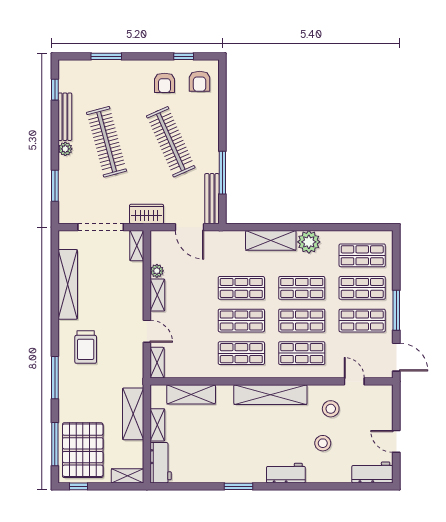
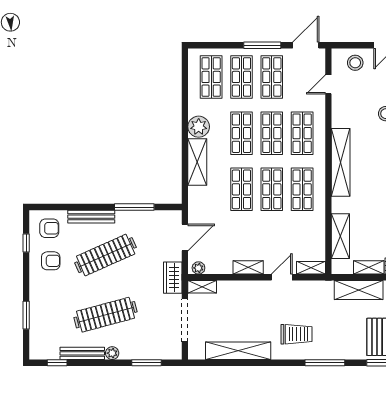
bench: (212, 199) -> (91, 217), moved
plant: (157, 271) -> (198, 268), moved
stool: (331, 409) -> (355, 63), moved

